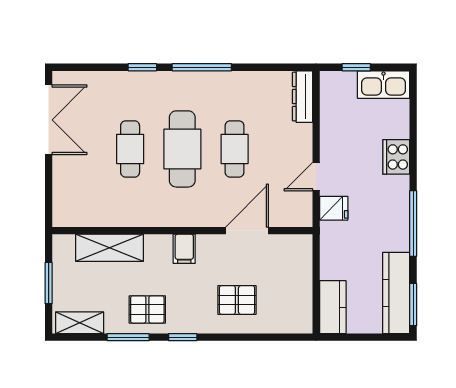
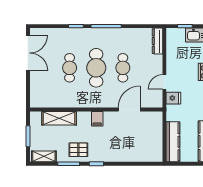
pallet: (237, 300) -> (124, 145), removed
kitchen counter: (333, 307) -> (173, 142), width x1.50

